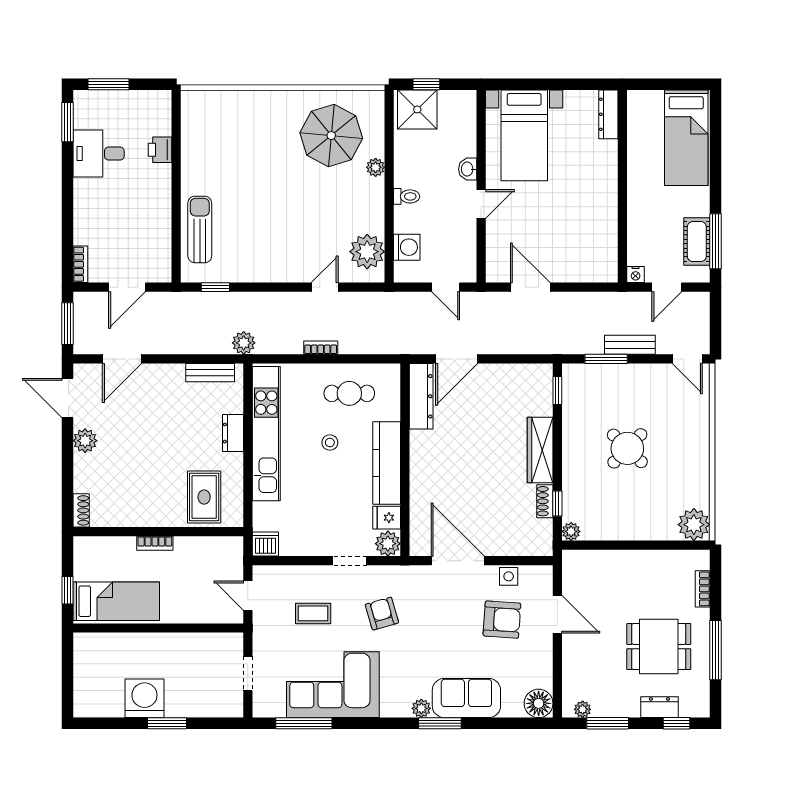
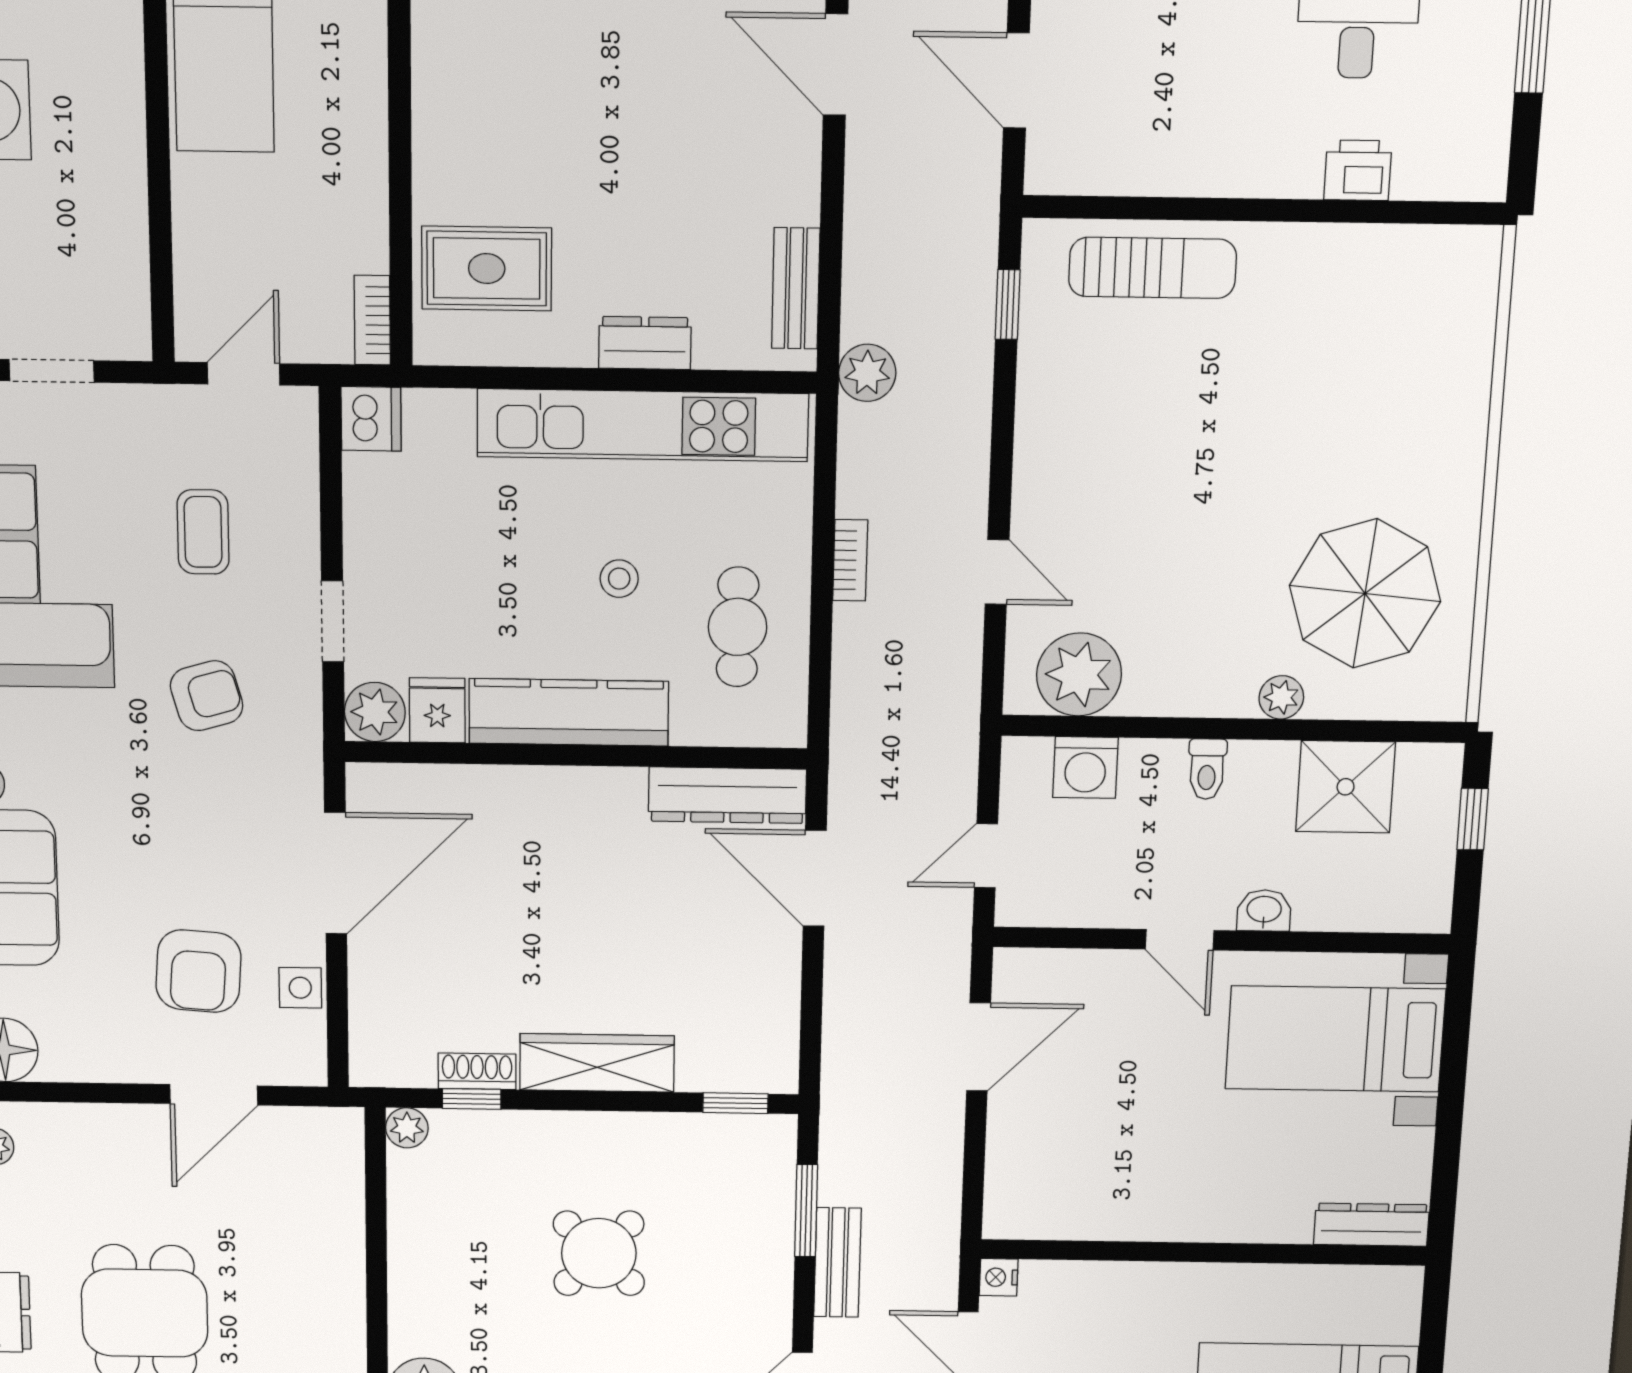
shower: (417, 109) -> (1346, 787), moved
bookcase: (155, 543) -> (372, 320), moved

